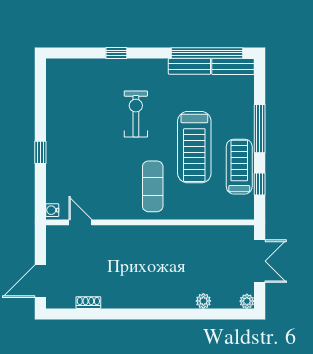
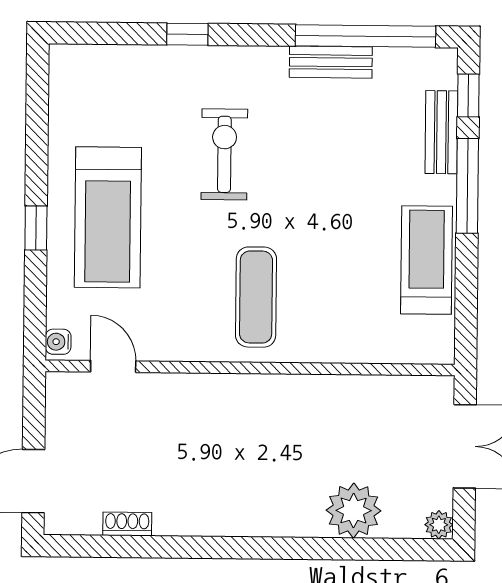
bench: (233, 66) -> (441, 132), moved, turned 90
treadmill: (194, 147) -> (108, 217), moved
window: (260, 184) -> (468, 95), moved
plant: (203, 301) -> (354, 510), width x1.87, depth x1.87

